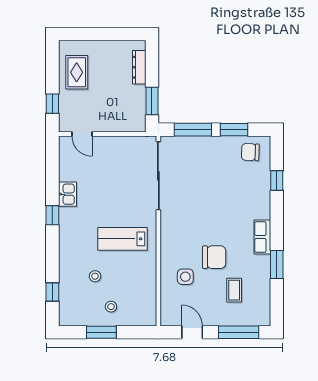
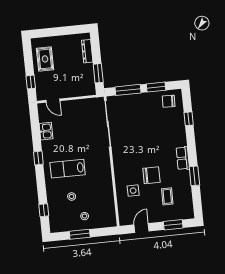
kitchen sink: (67, 194) -> (46, 131), moved
lab bench: (122, 239) -> (68, 169), moved
door: (192, 332) -> (142, 228), hinge flipped
window: (239, 332) -> (173, 225), width x0.69

